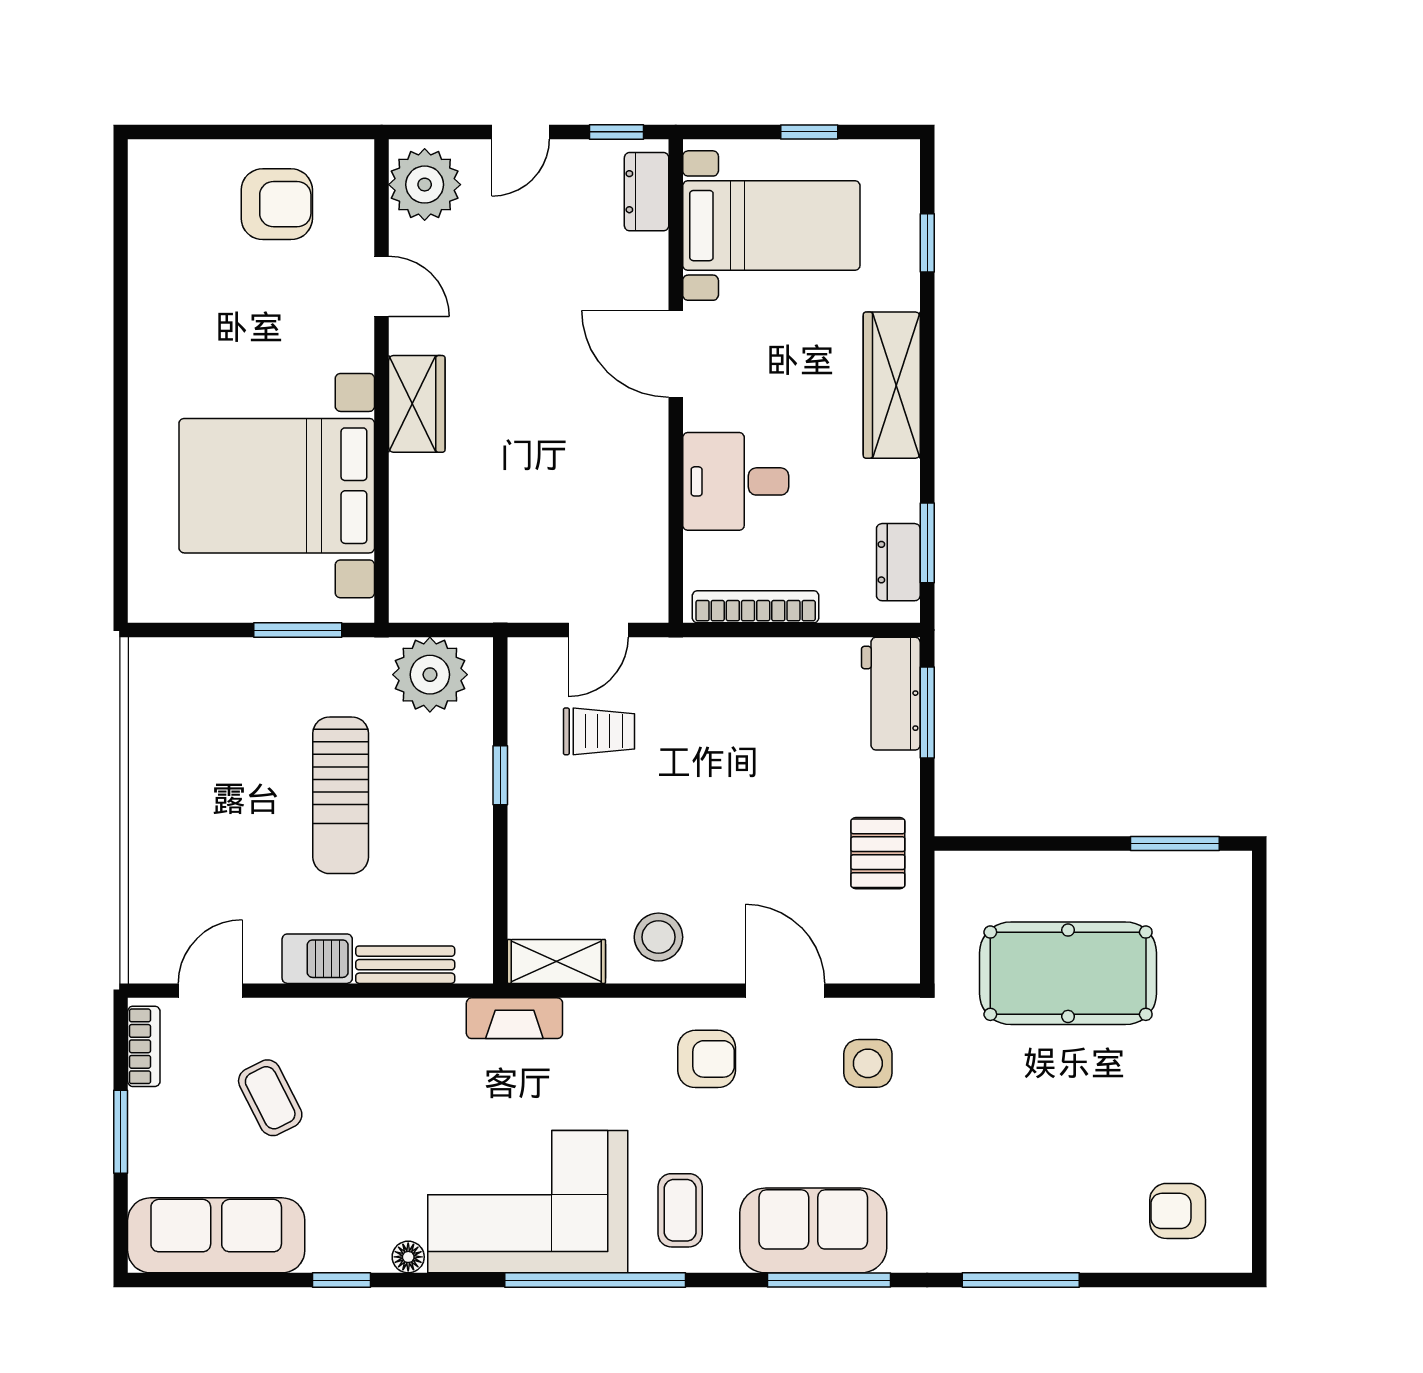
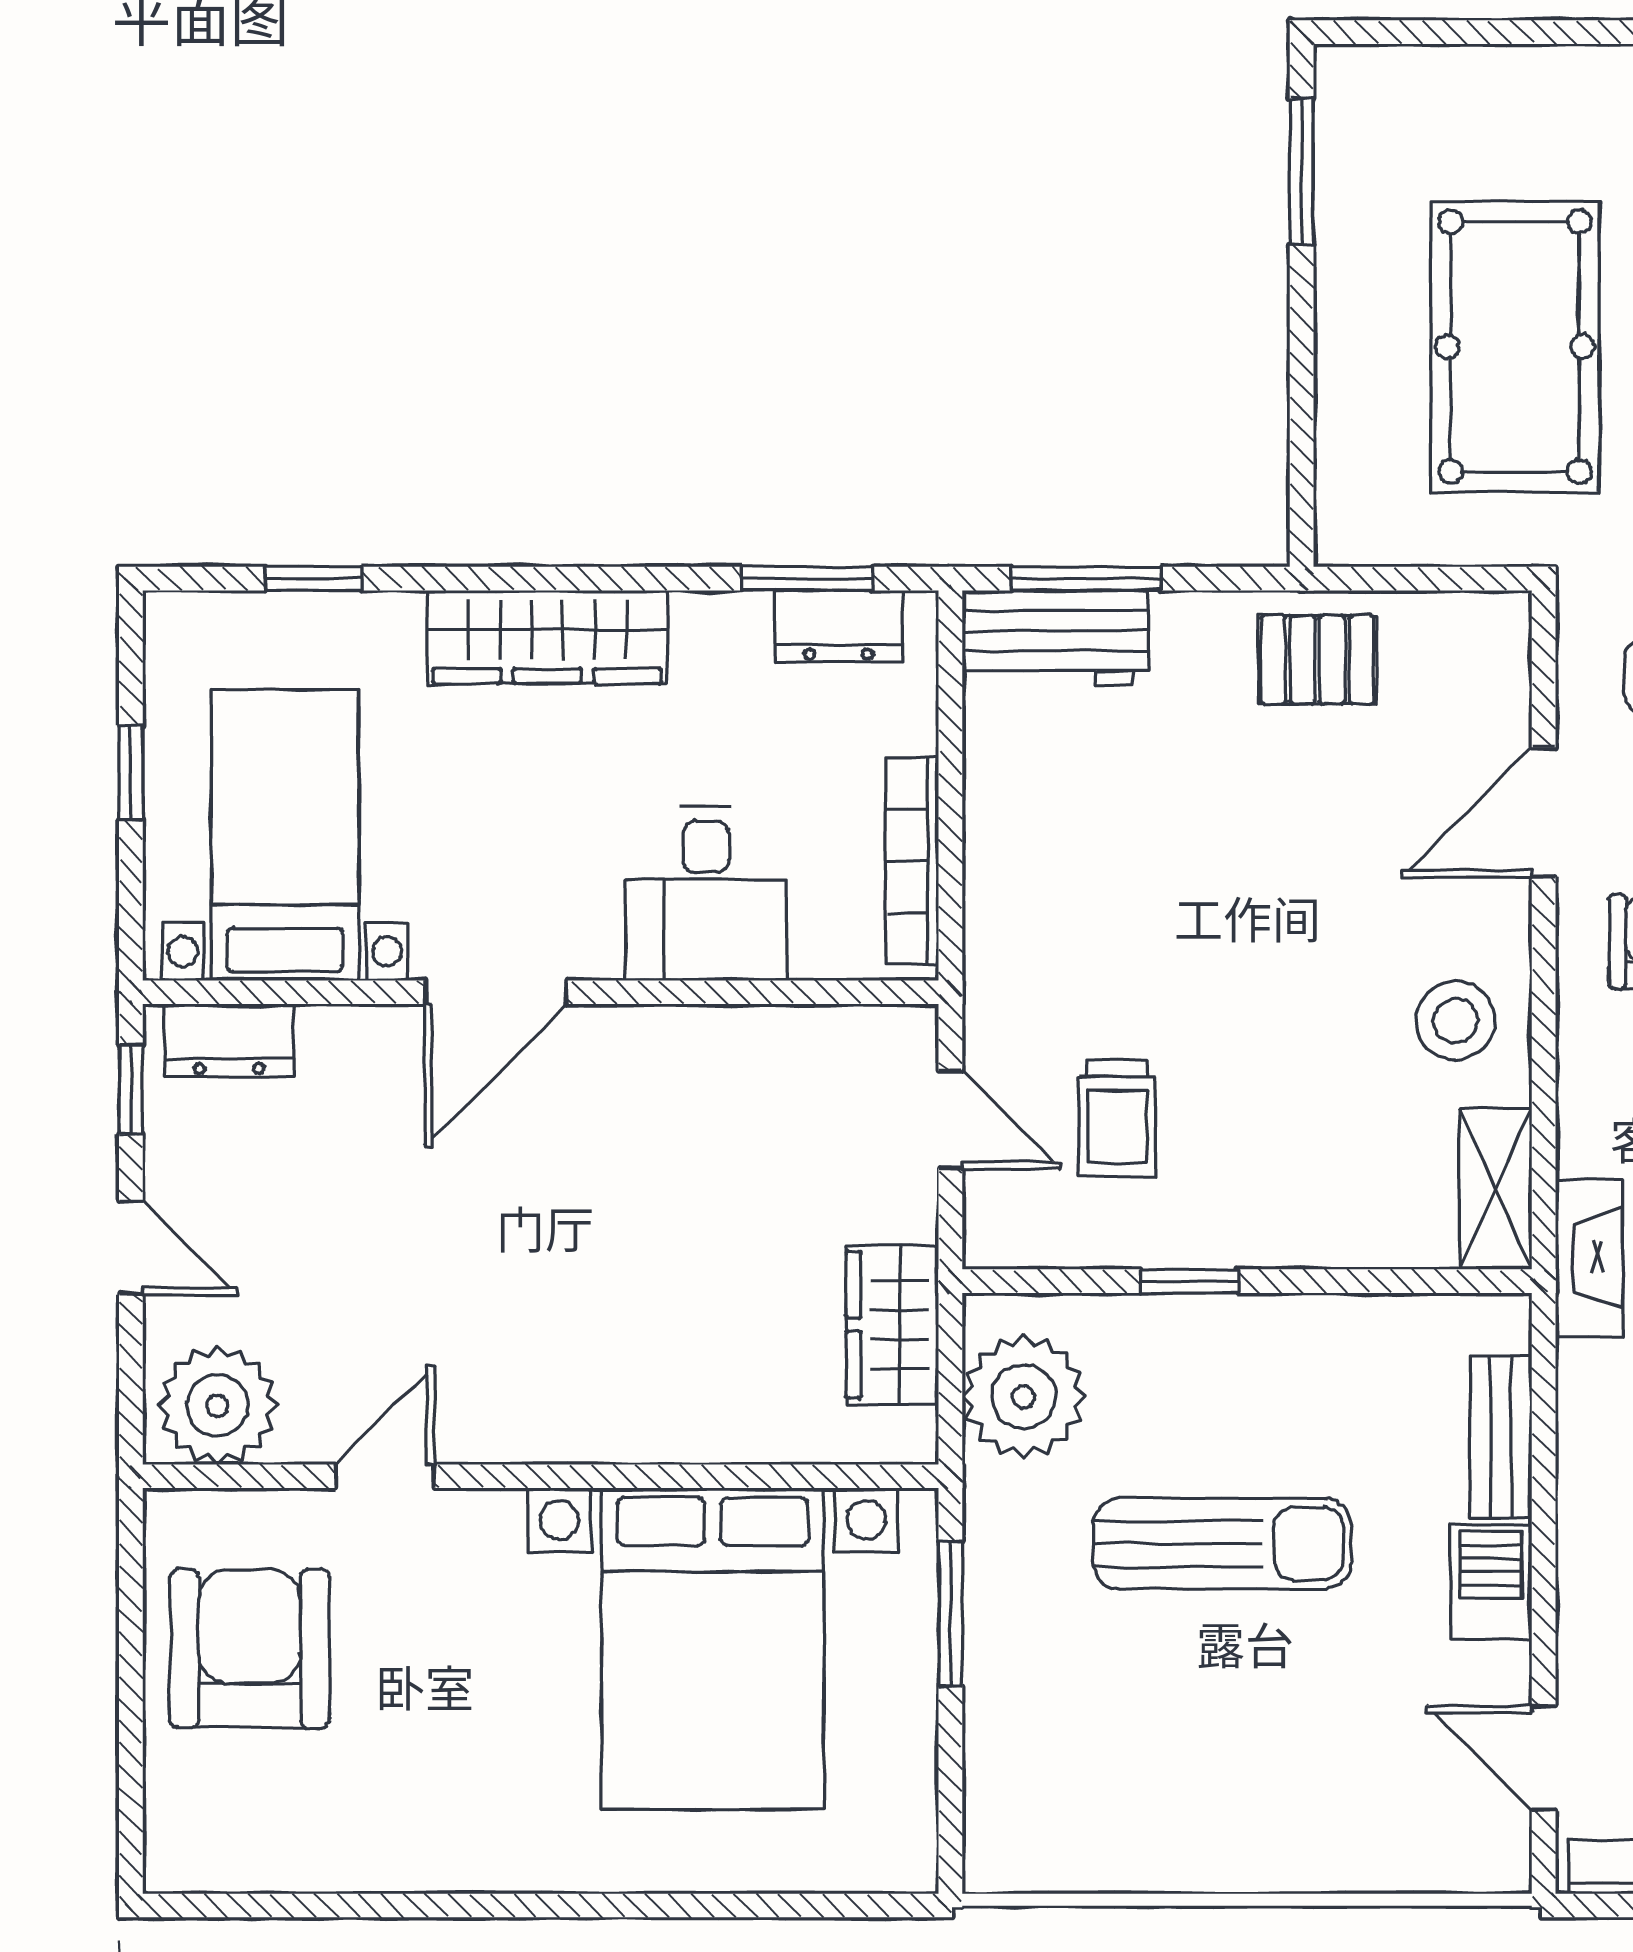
armchair: (277, 204) -> (250, 1649), width x1.36, depth x1.36
wardrobe: (417, 404) -> (892, 1325), moved, turned -90
trolley: (599, 731) -> (1117, 1119), turned 180

